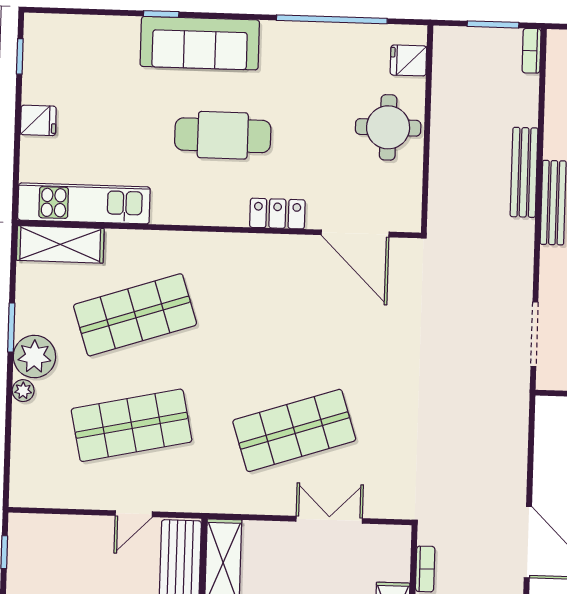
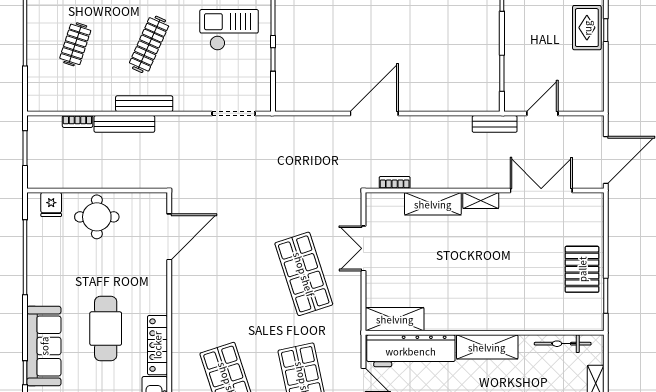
bookcase: (532, 51) -> (77, 122), moved
locker: (277, 214) -> (157, 345), moved, width x1.53

